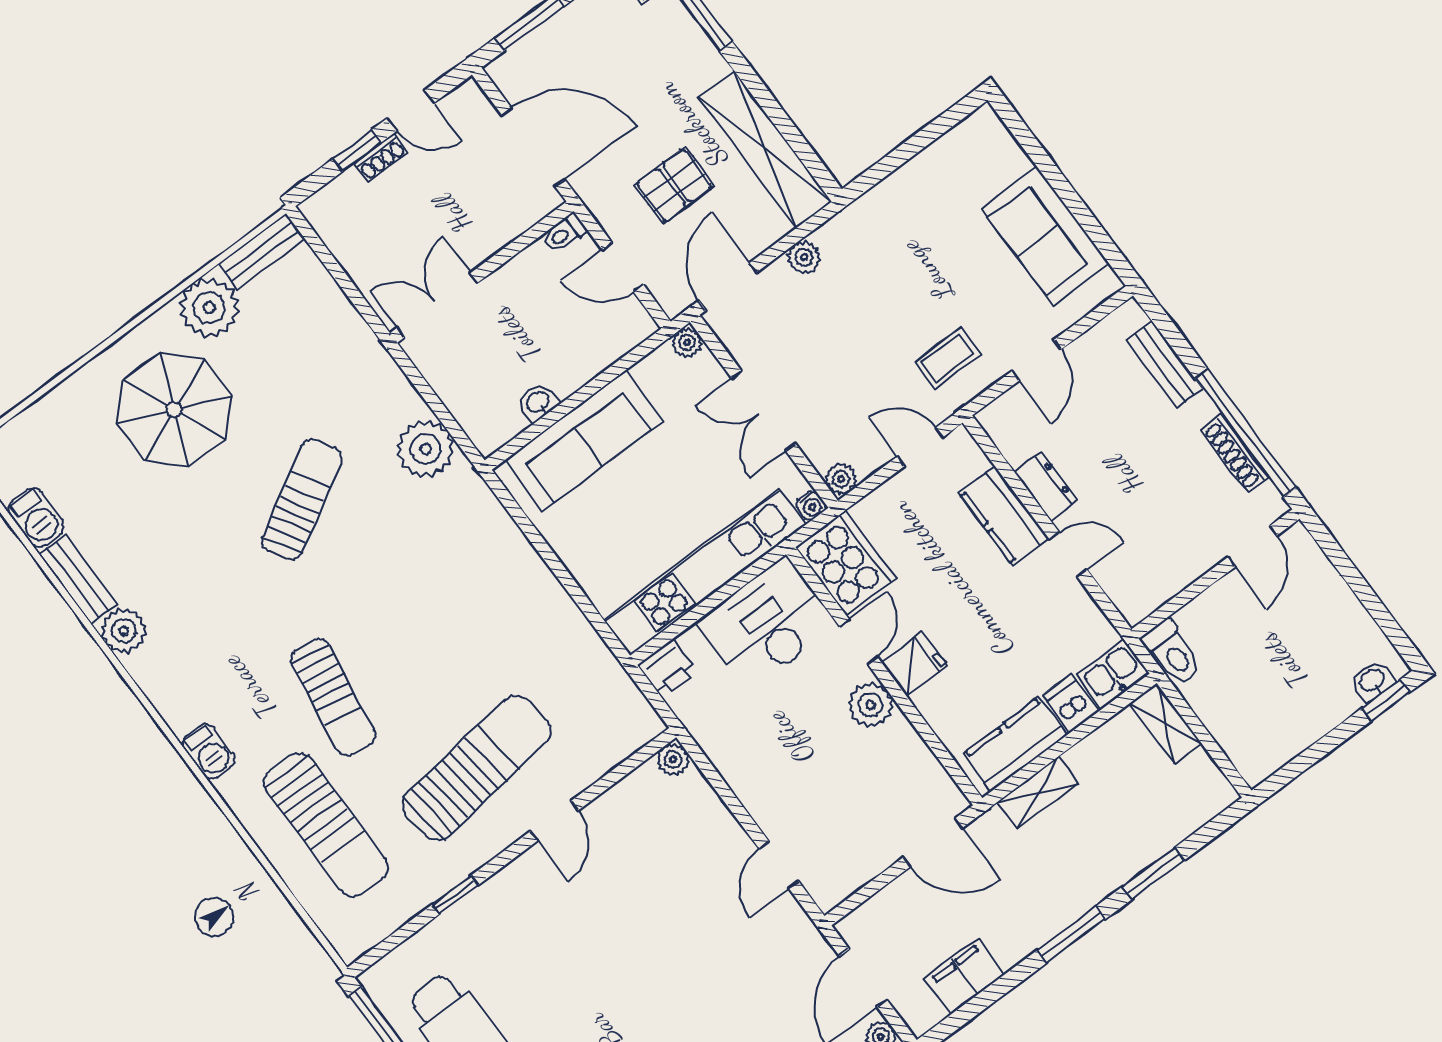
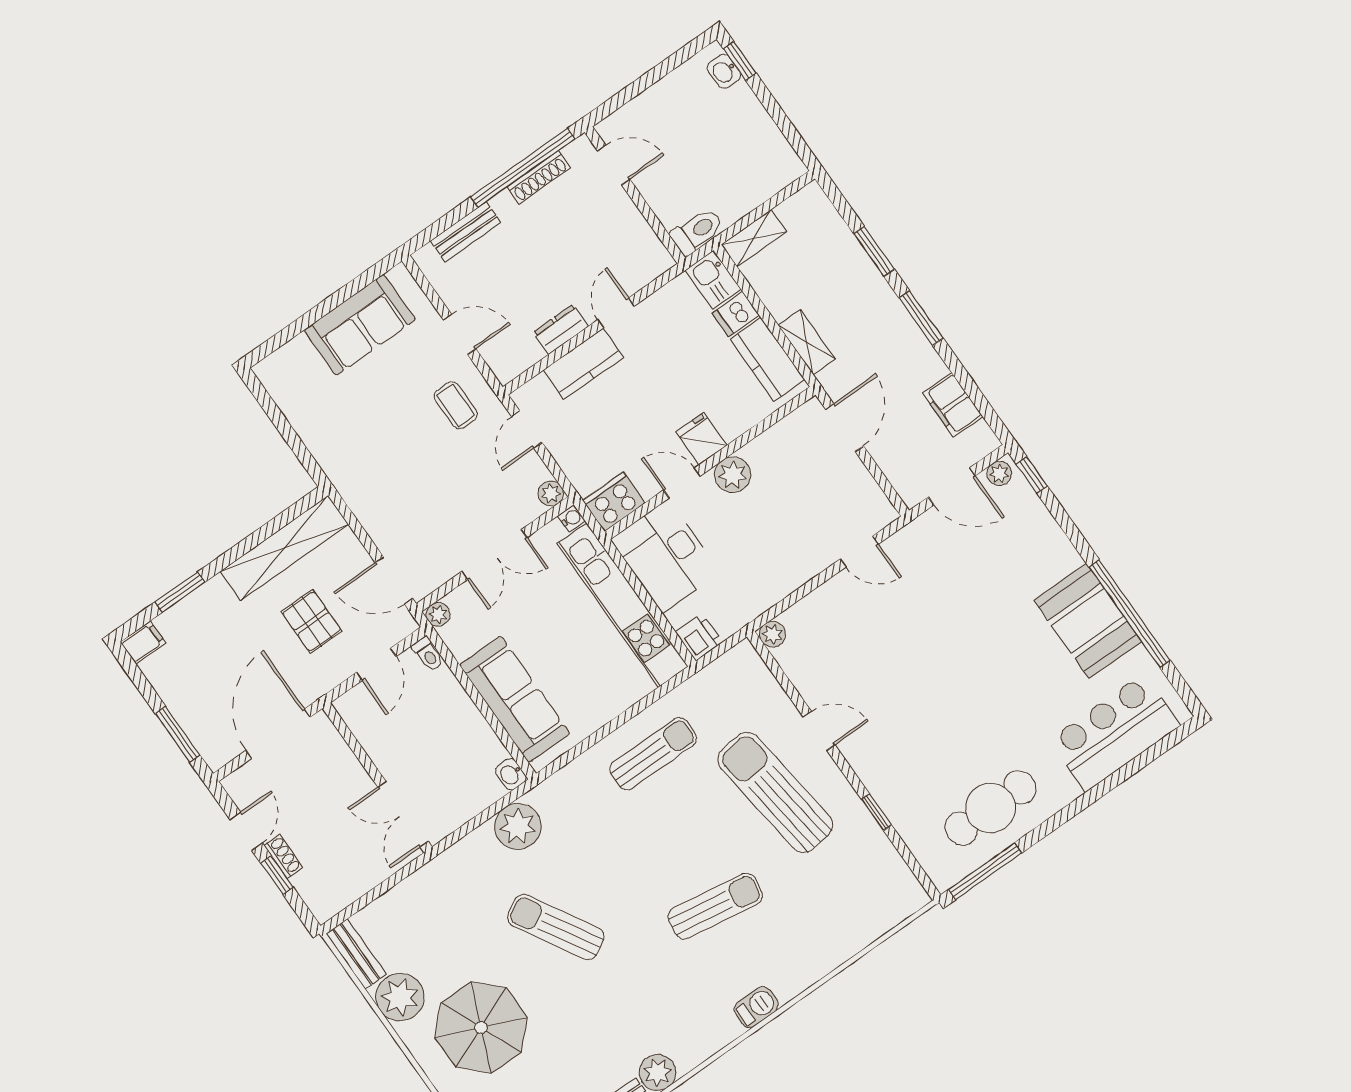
toilet: (565, 233) -> (428, 654), moved
plant: (804, 257) -> (372, 519), removed
washbasin: (538, 403) -> (511, 774), moved
cooker: (846, 563) -> (614, 502), width x0.73, depth x0.76
sun lounger: (326, 825) -> (653, 754), moved, width x0.73, depth x0.75

